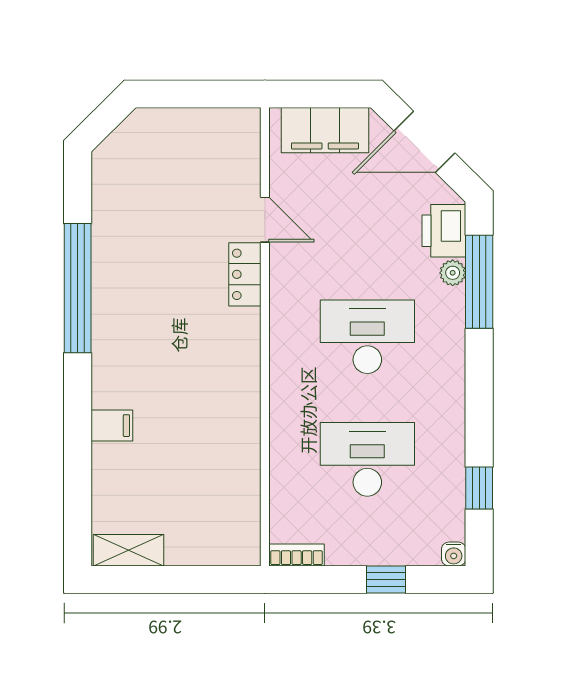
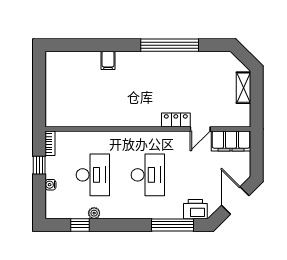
filing cabinet: (325, 130) -> (231, 141), moved, turned -90
plant: (453, 273) -> (94, 213), moved
shelving: (129, 550) -> (244, 88), moved
water cooler: (454, 554) -> (50, 185), moved
window: (386, 579) -> (39, 165), moved

